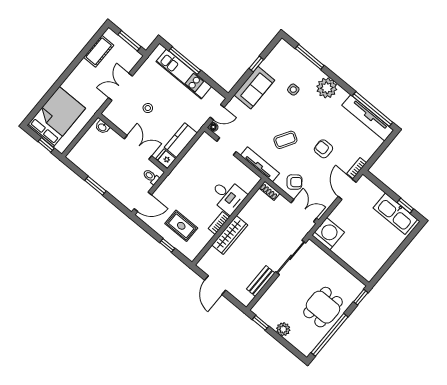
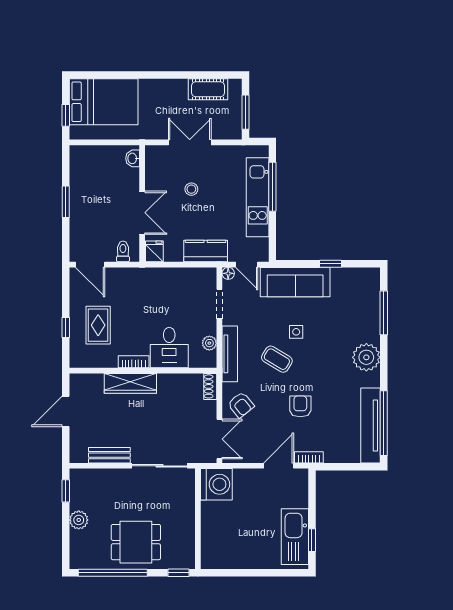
sofa: (254, 88) -> (295, 282), width x1.36
side table: (293, 90) -> (296, 332), moved
kitchen counter: (181, 140) -> (206, 251), moved
plant: (244, 171) -> (209, 343), added

